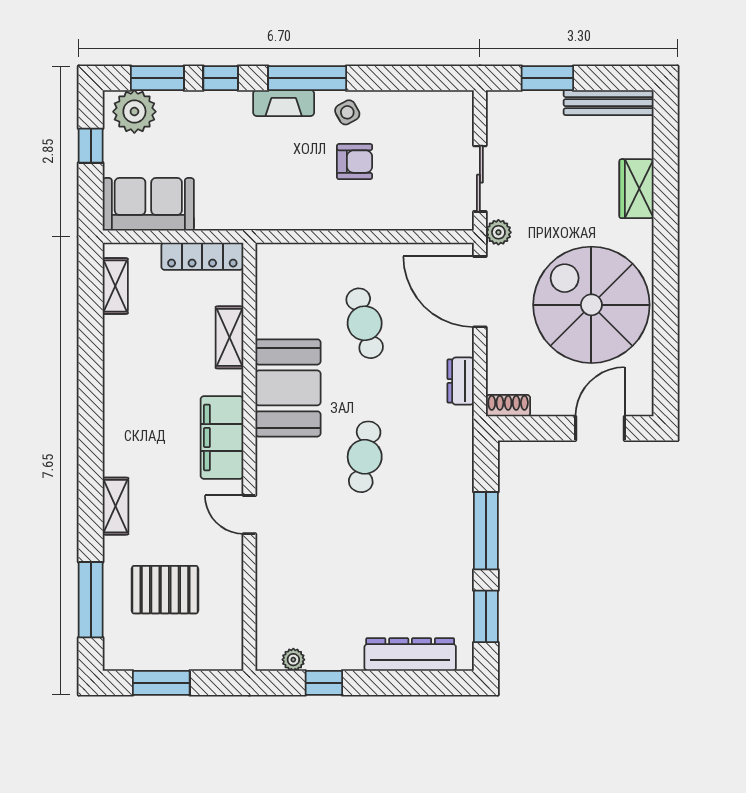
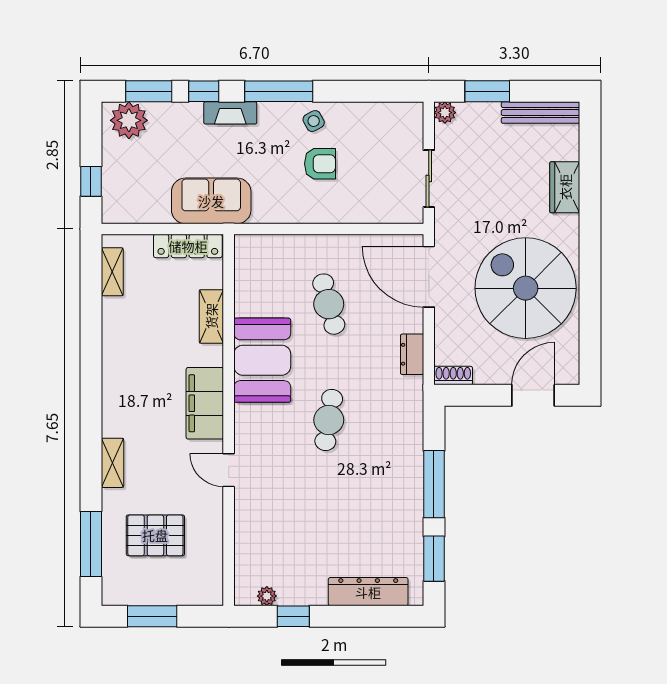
fireplace: (284, 103) -> (230, 113), moved
window: (91, 146) -> (91, 181), moved
sofa: (148, 204) -> (211, 201), moved
plant: (498, 232) -> (445, 113), moved

